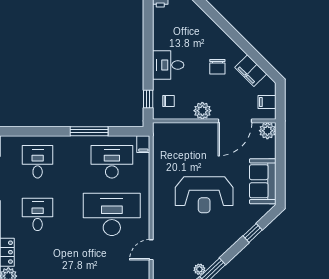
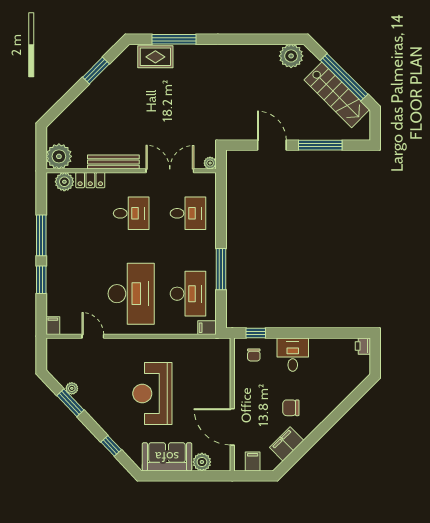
plant: (202, 111) -> (243, 392), removed
plant: (267, 131) -> (202, 462), moved

